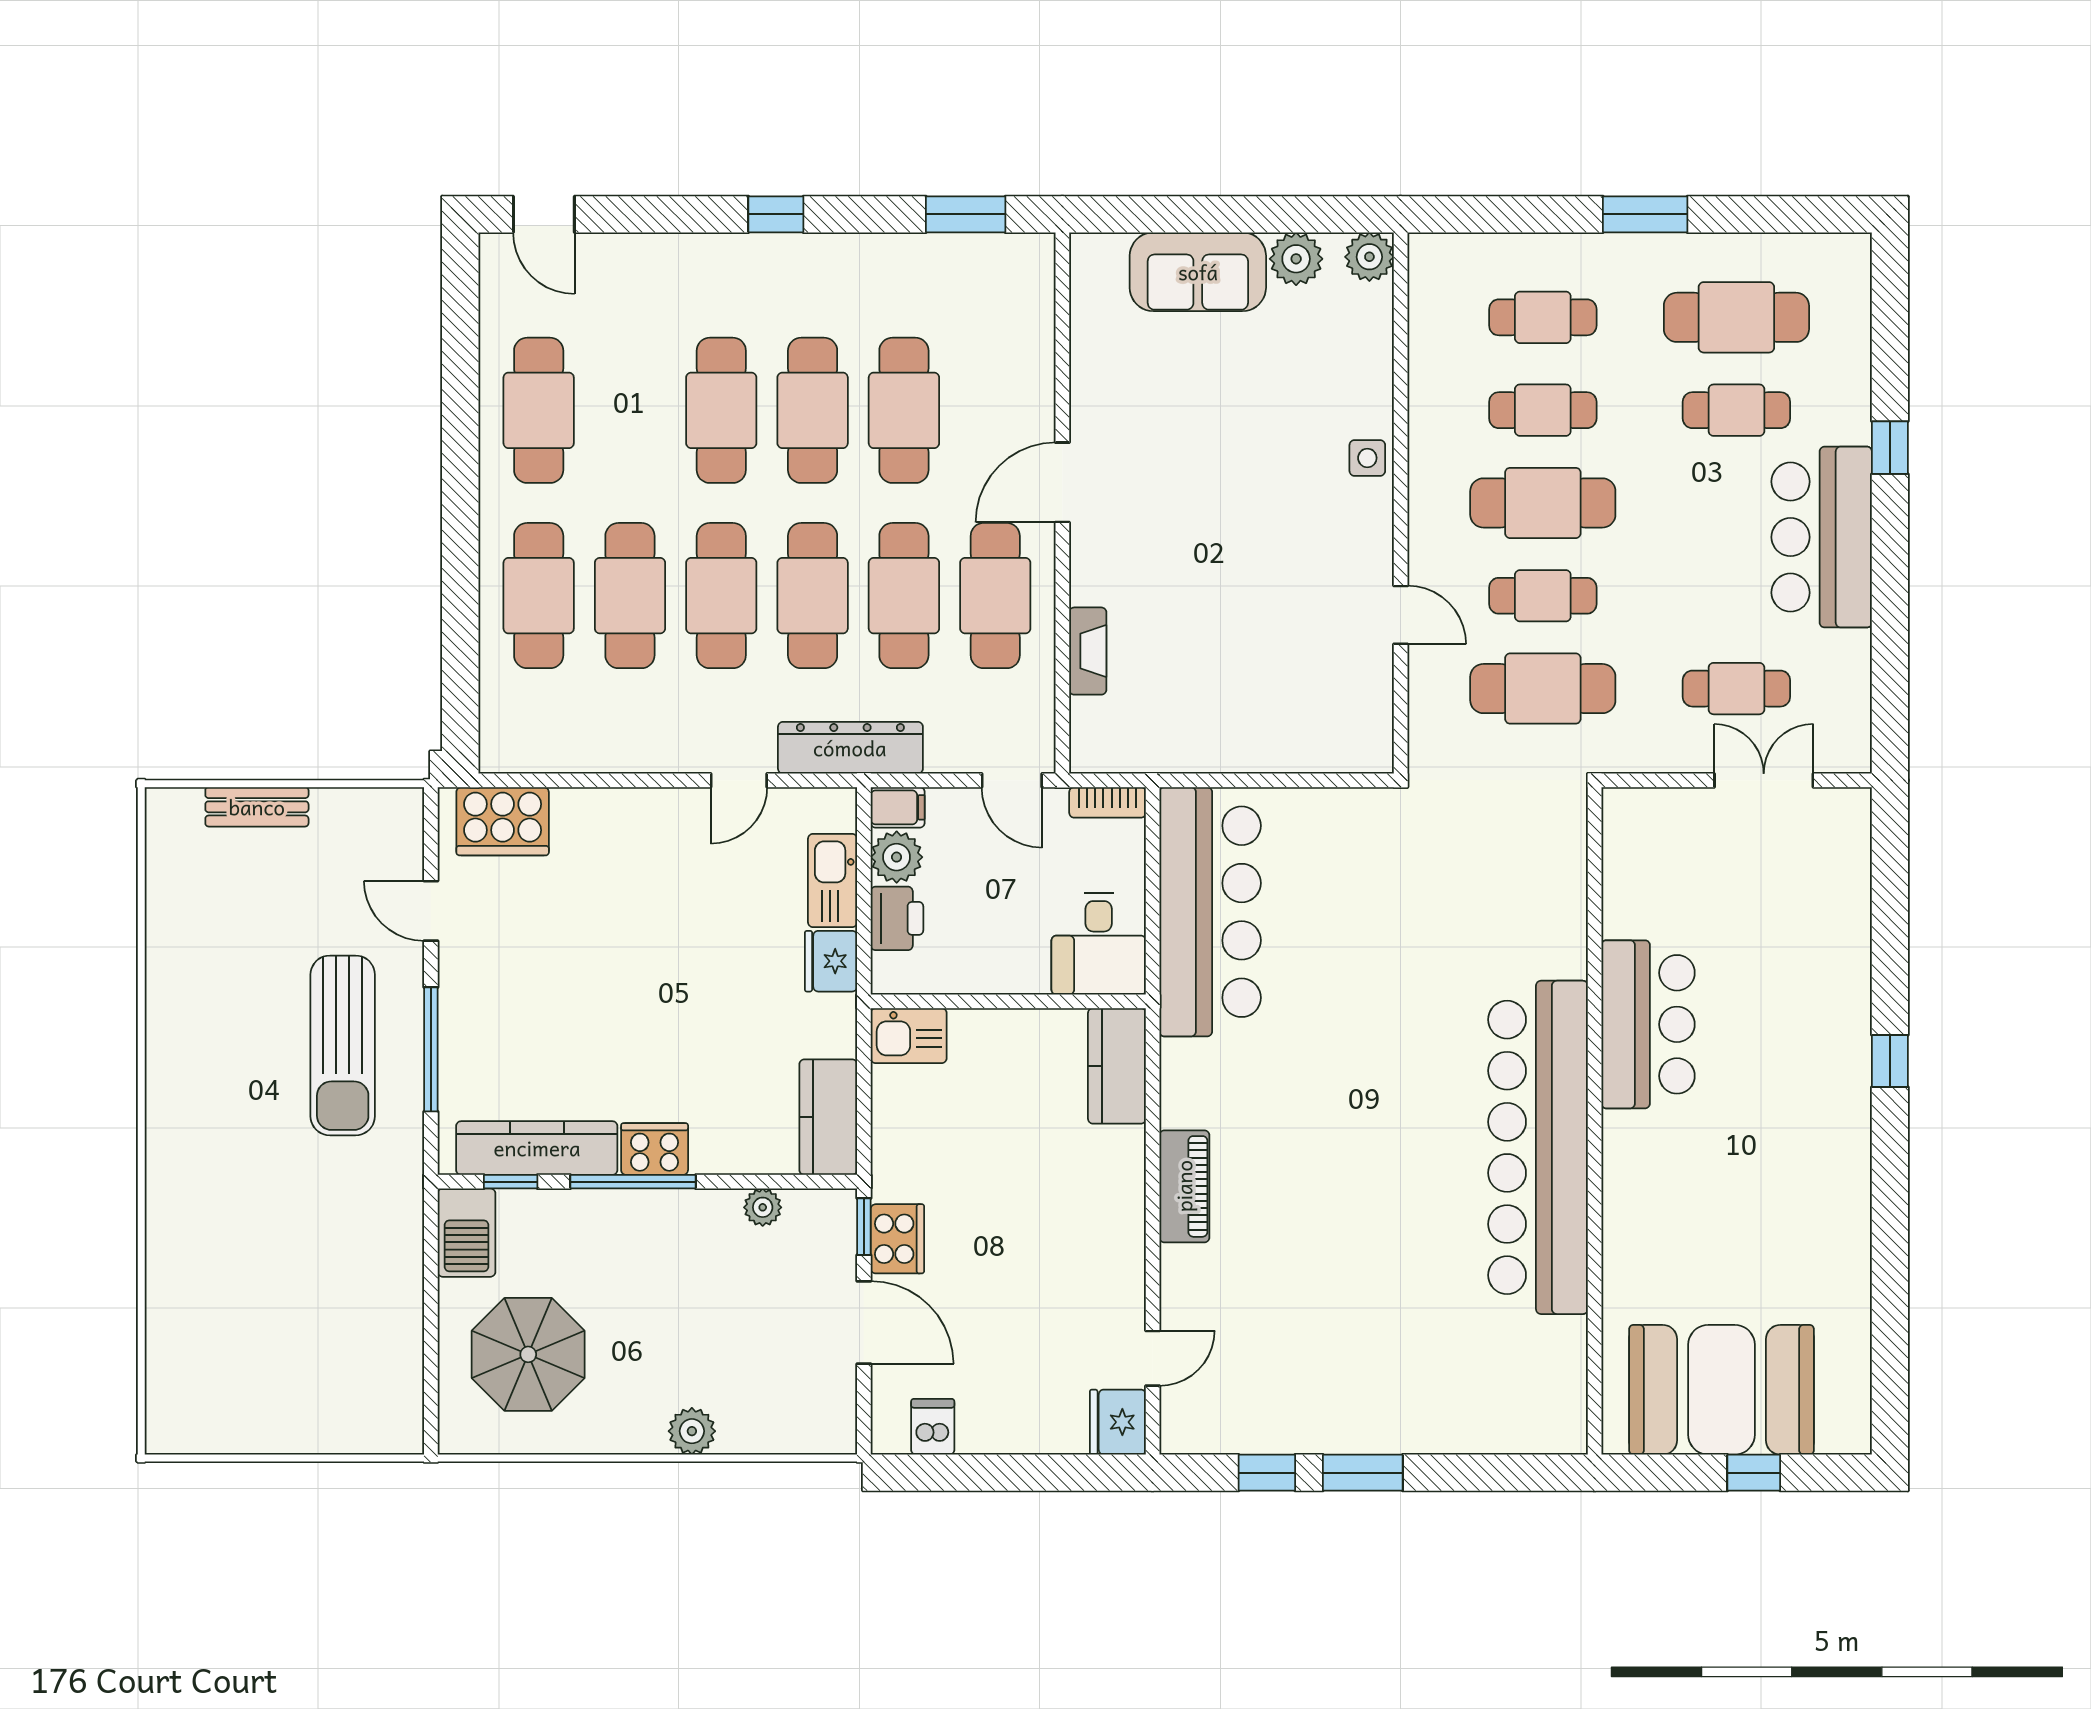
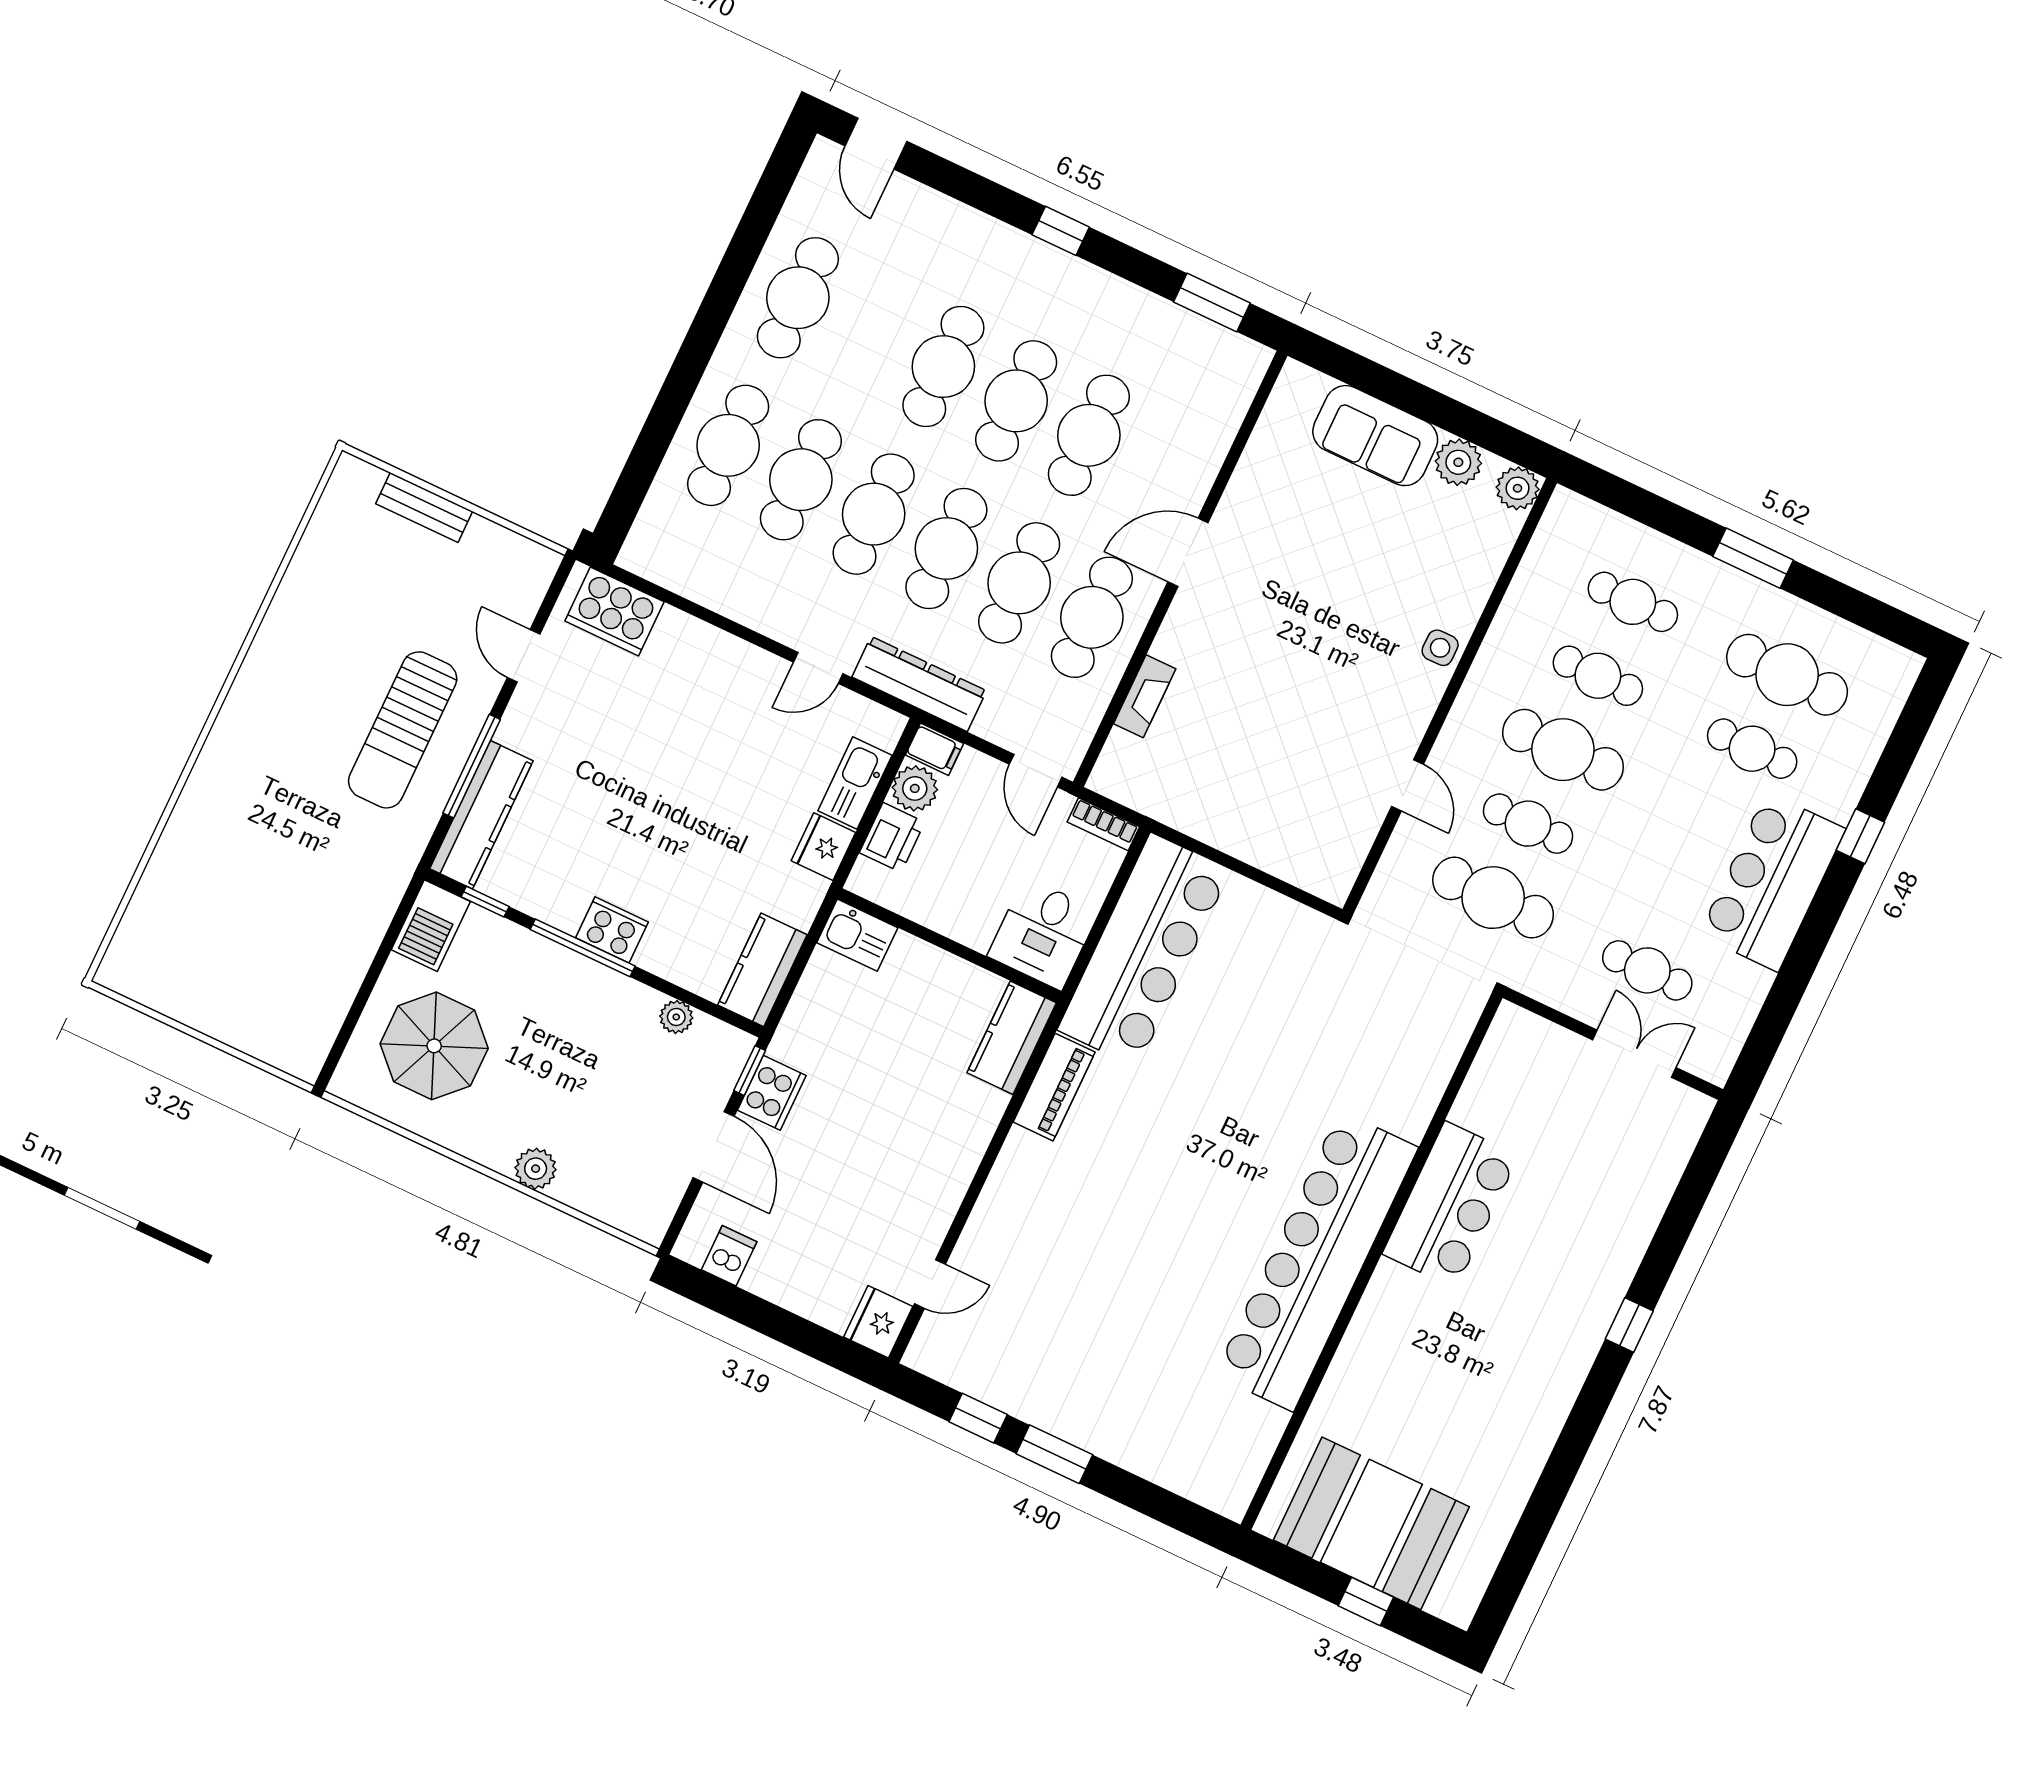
kitchen counter: (537, 1148) -> (481, 815), moved, turned 90
piano: (1184, 1186) -> (1054, 1087), moved

